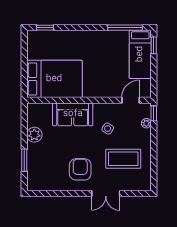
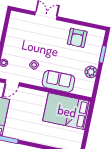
coffee table: (123, 159) -> (27, 39), removed
armchair: (80, 169) -> (77, 38), moved

